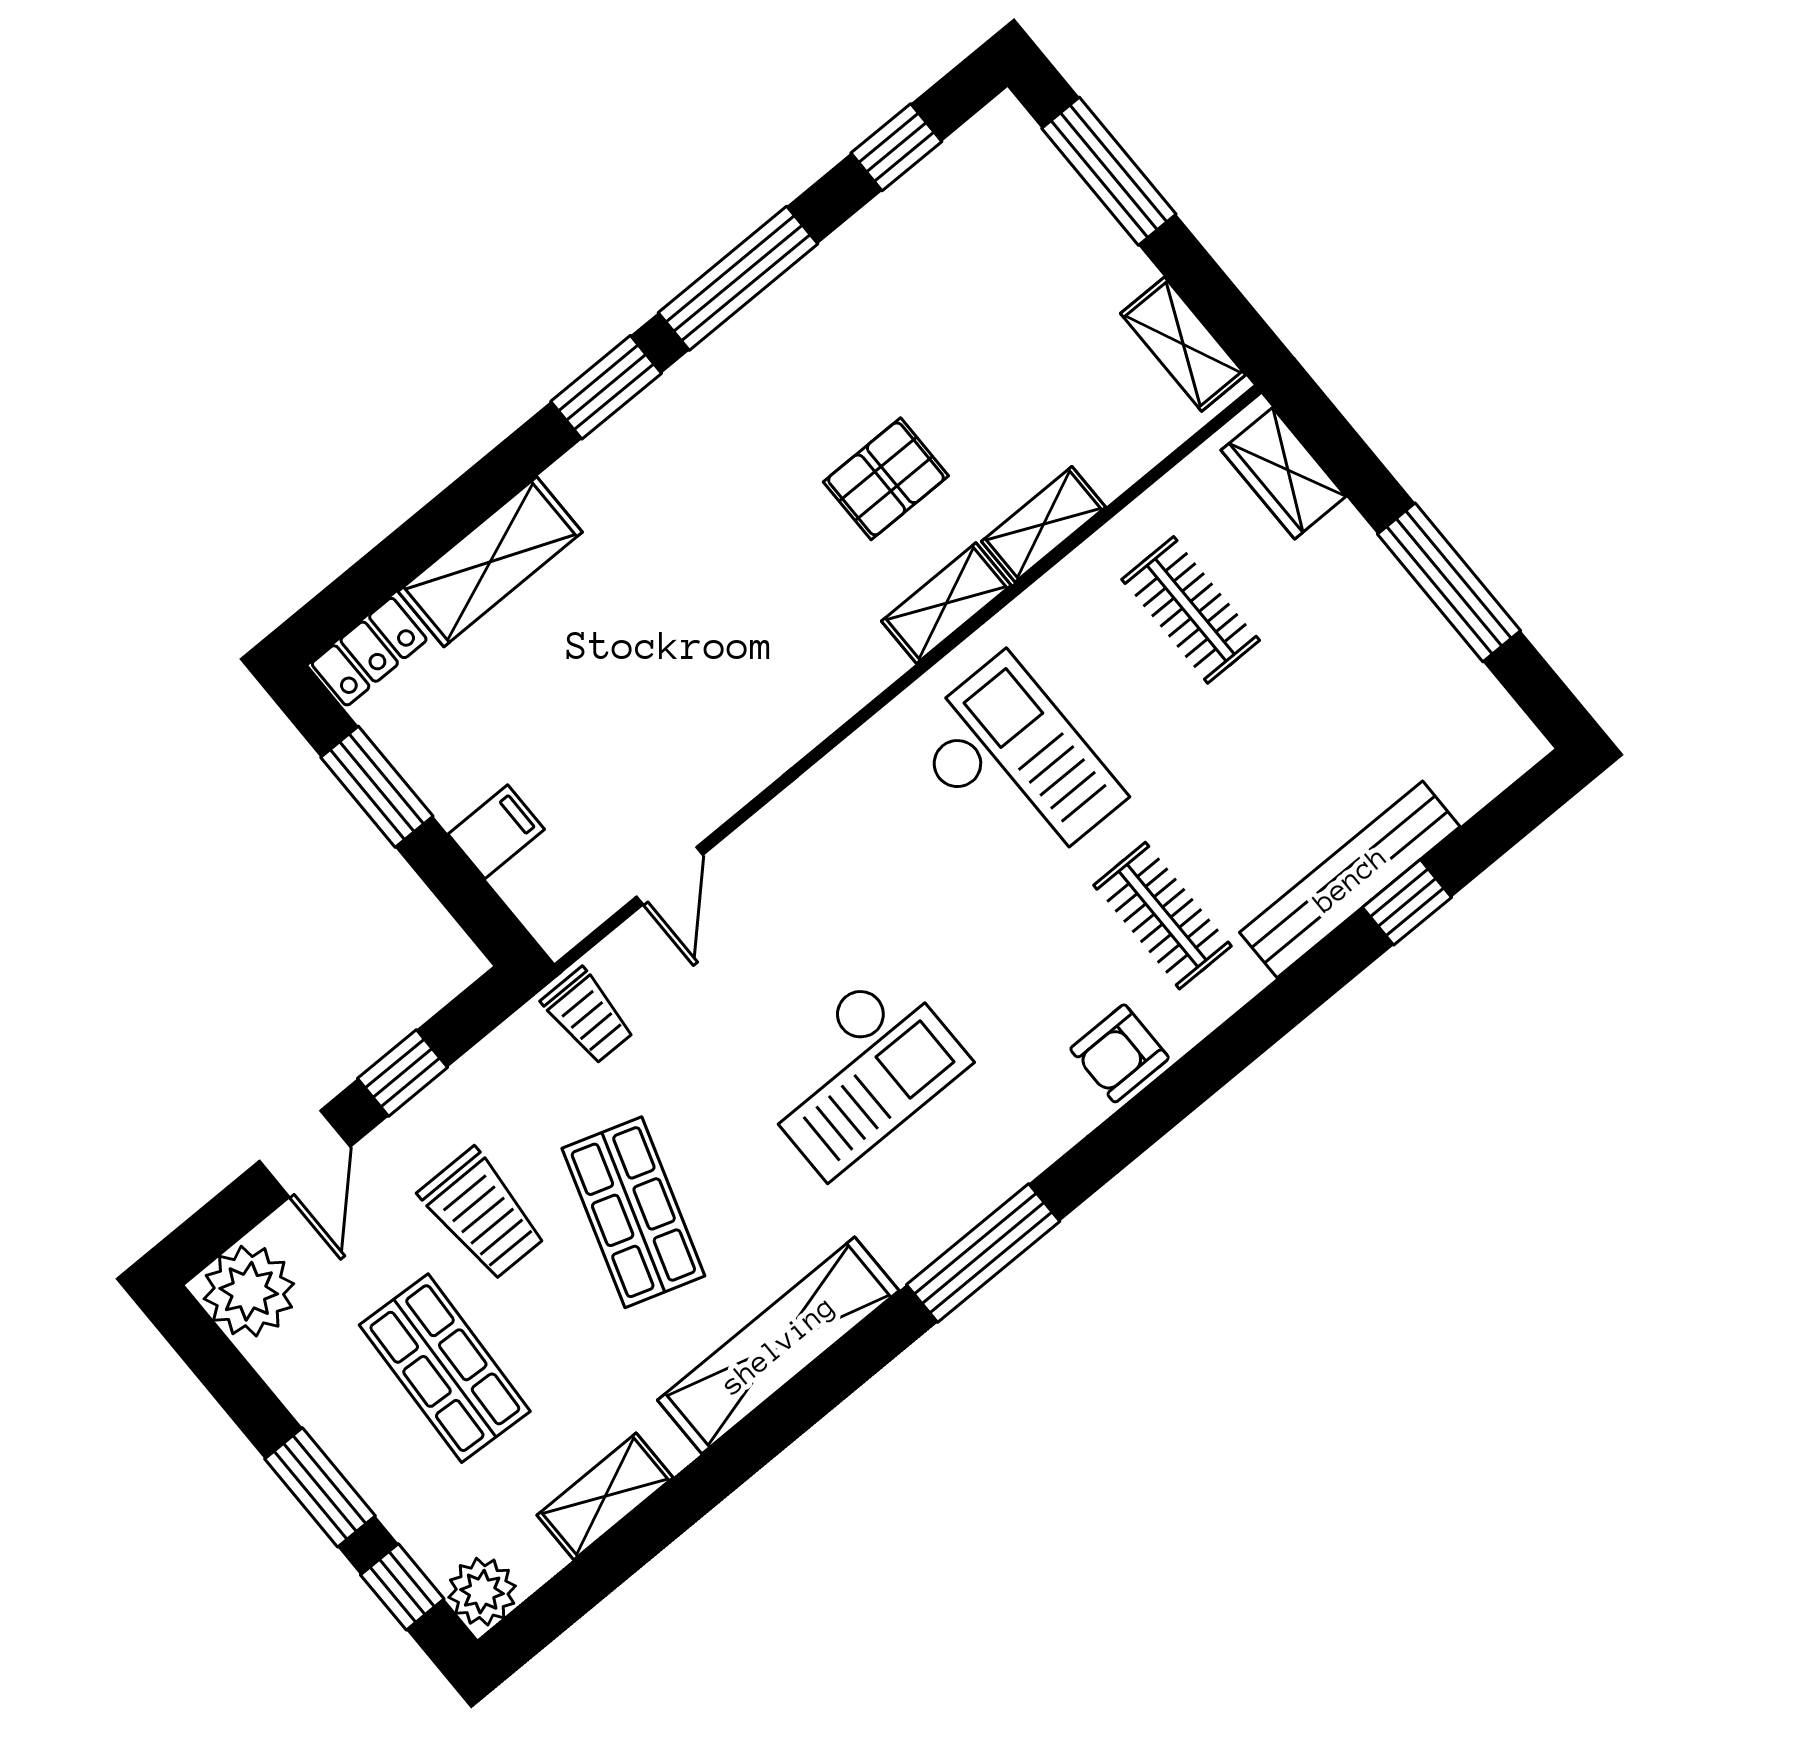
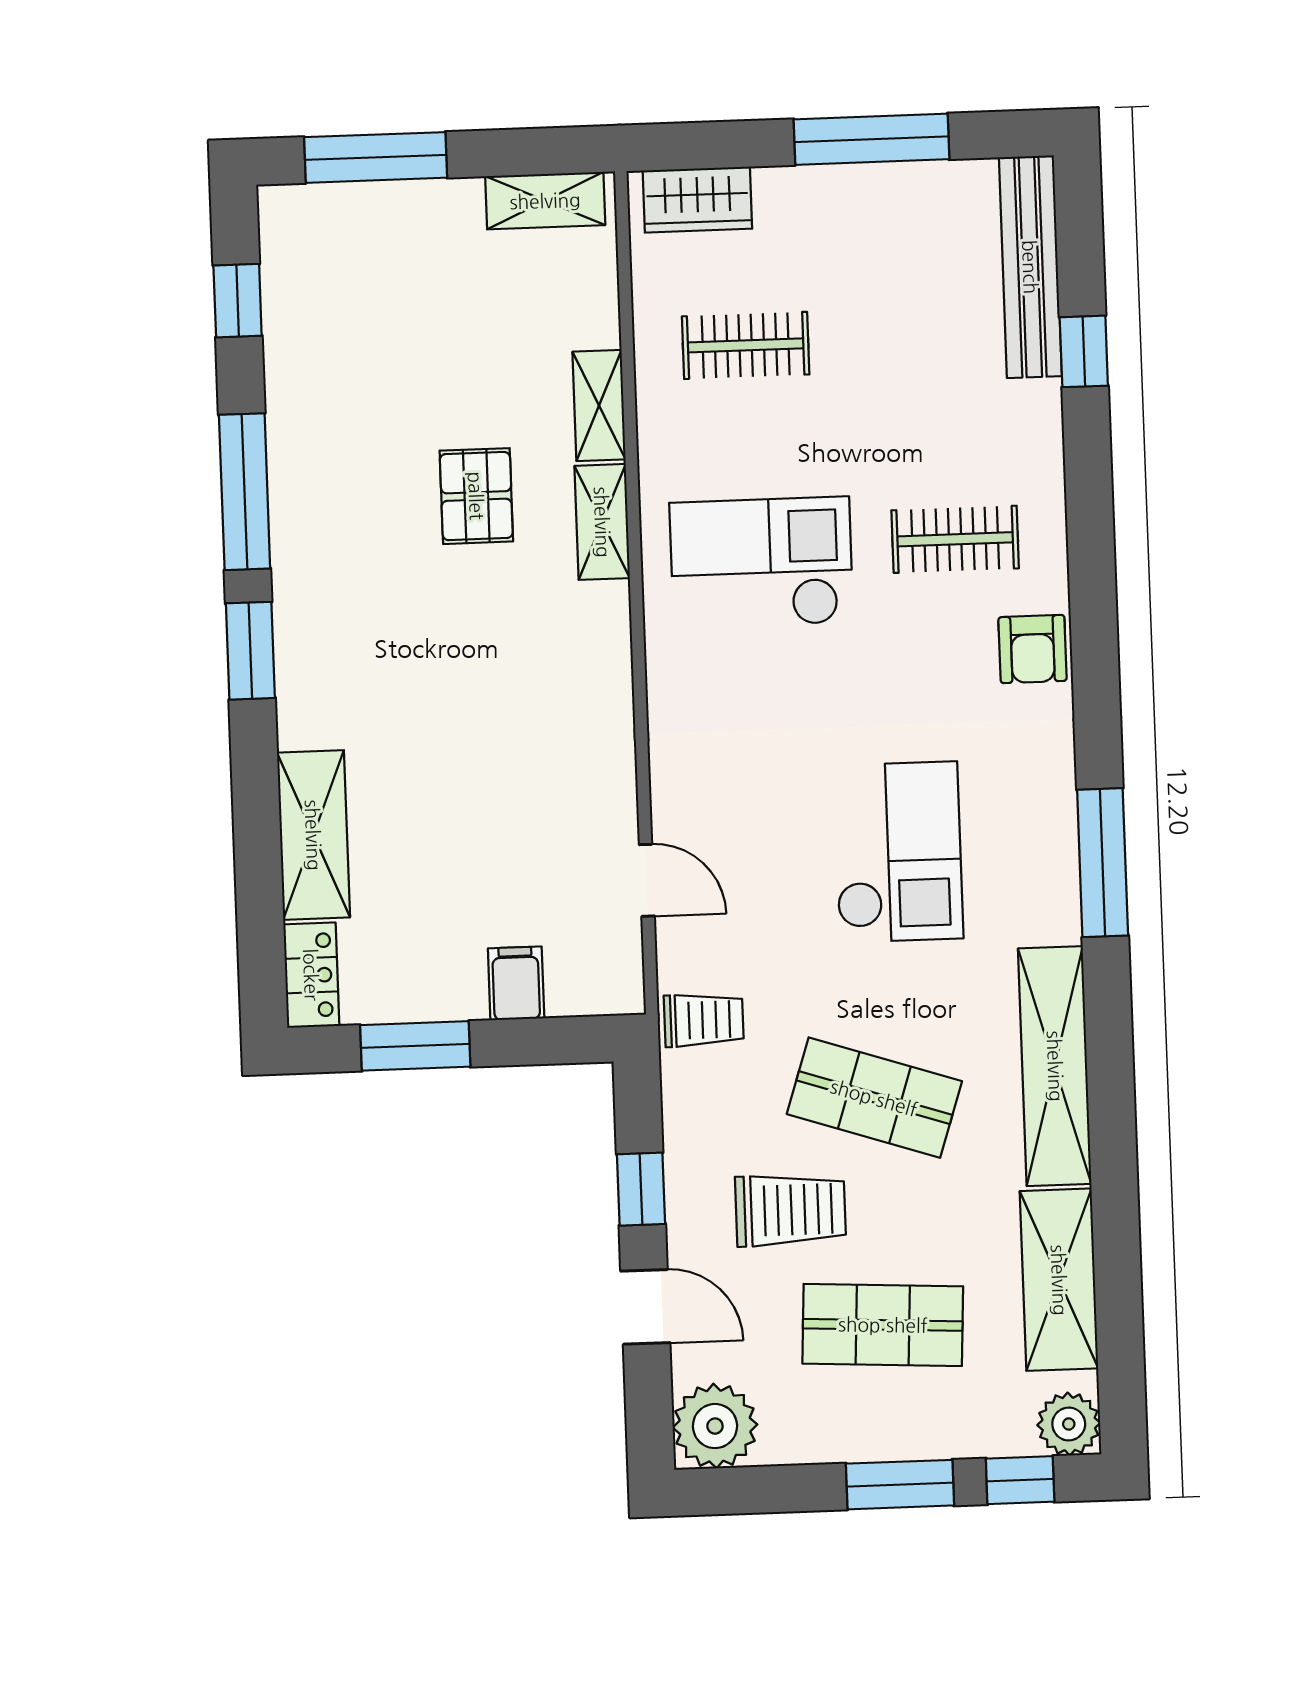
bench: (1350, 879) -> (1030, 267), moved
shelving: (605, 1496) -> (1059, 1280), width x1.50, depth x1.33

